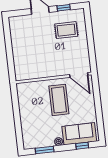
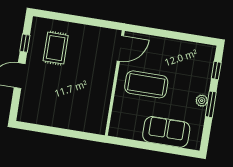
sofa: (79, 134) -> (166, 132), moved, turned 90
window: (45, 150) -> (211, 104), moved

